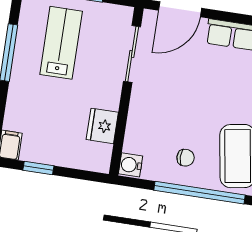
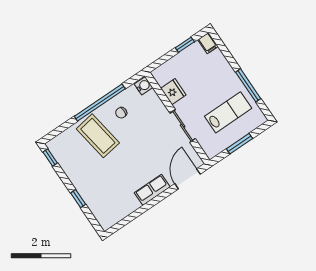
lab bench: (61, 43) -> (228, 112), turned -90
sliding door: (132, 54) -> (183, 126), moved

